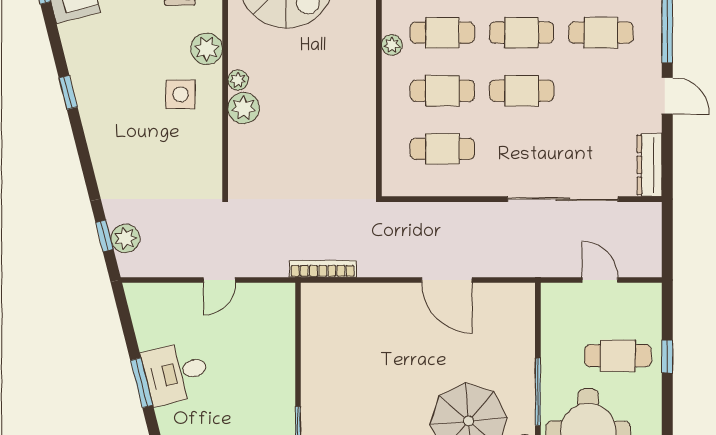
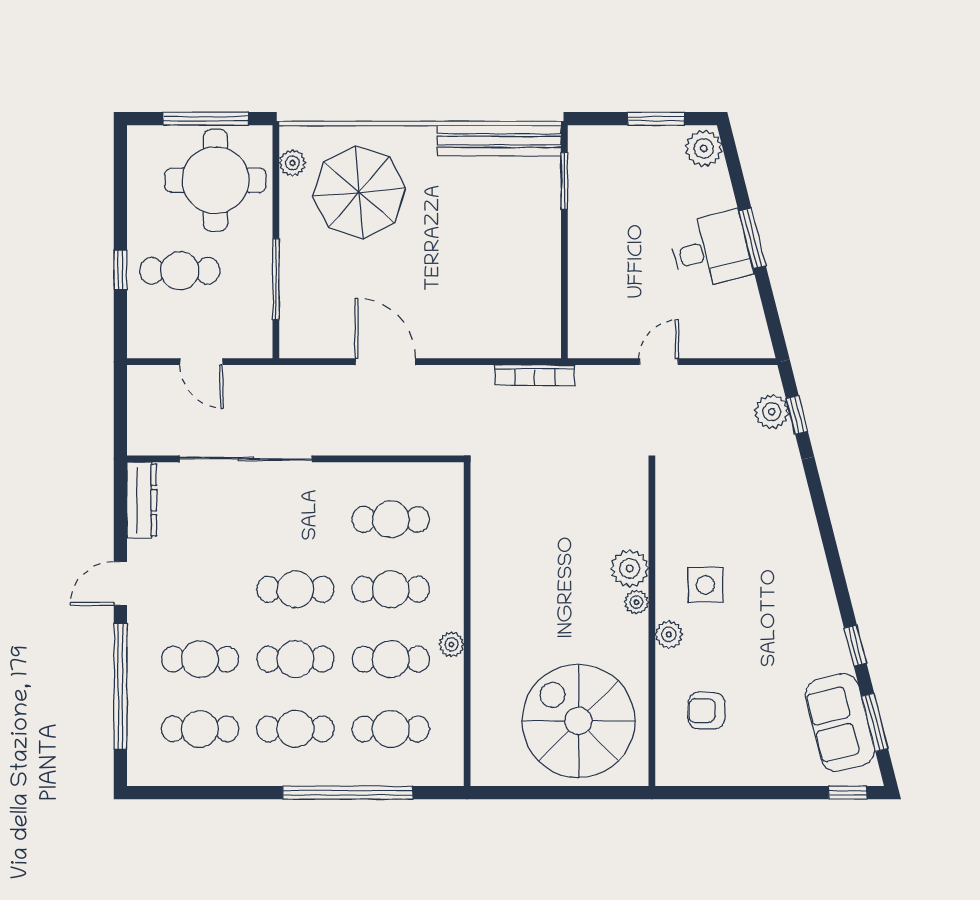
plant: (207, 49) -> (669, 634), width x0.73, depth x0.73
window: (68, 92) -> (855, 646), moved
door: (667, 96) -> (120, 583), hinge flipped
window: (538, 392) -> (276, 279), moved

